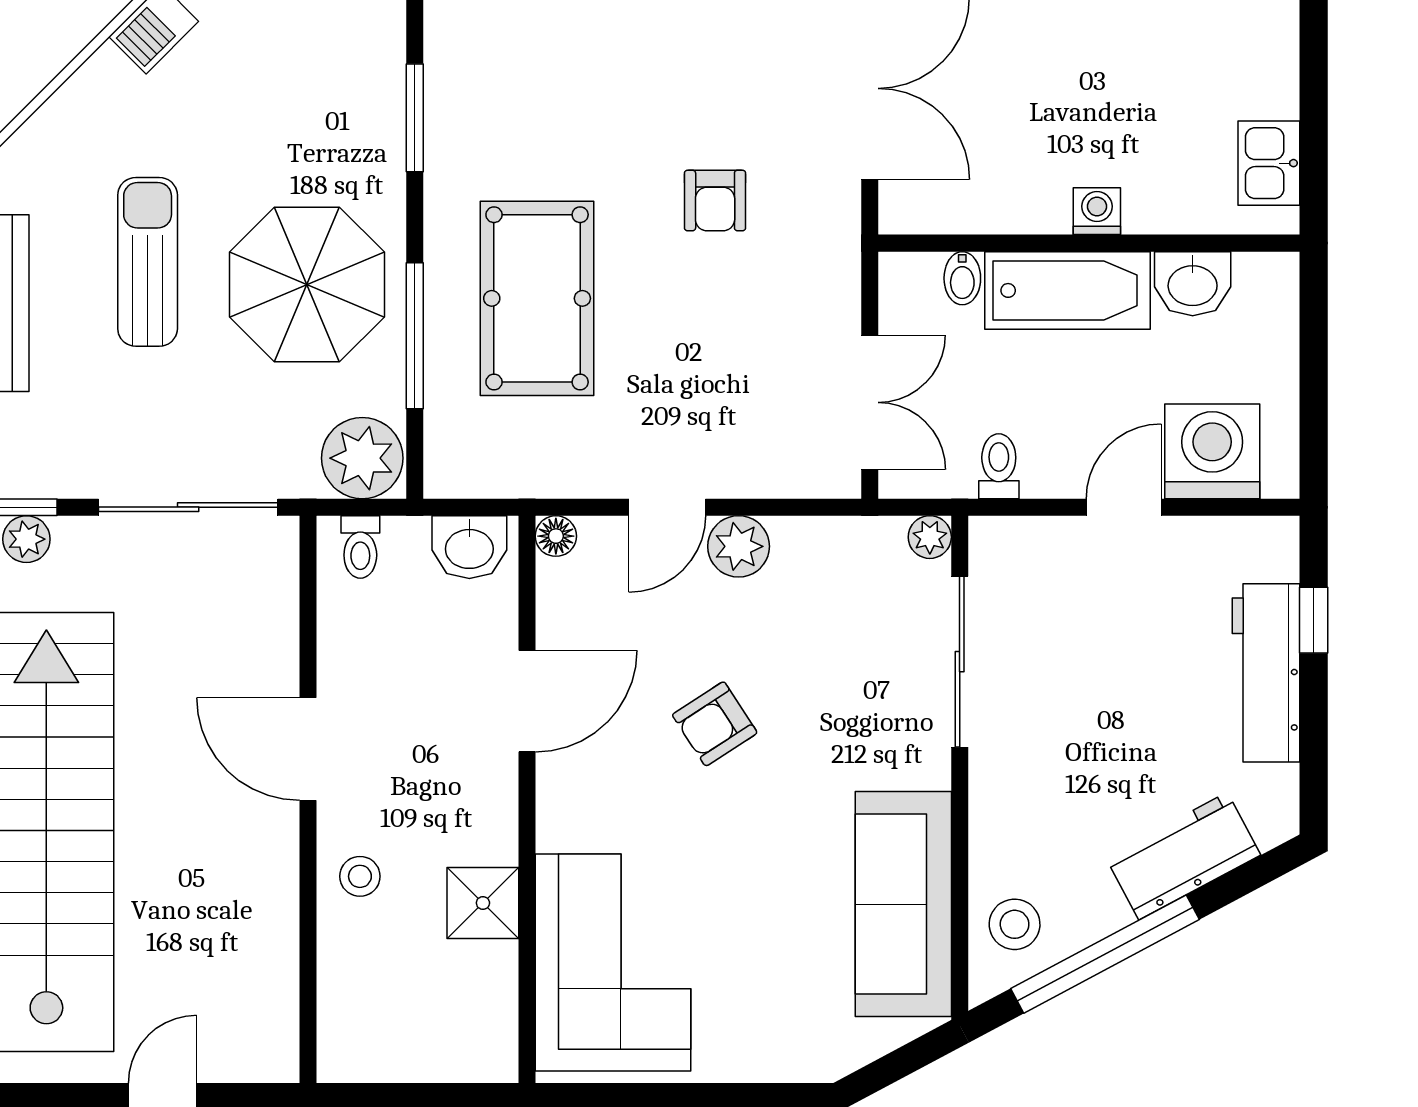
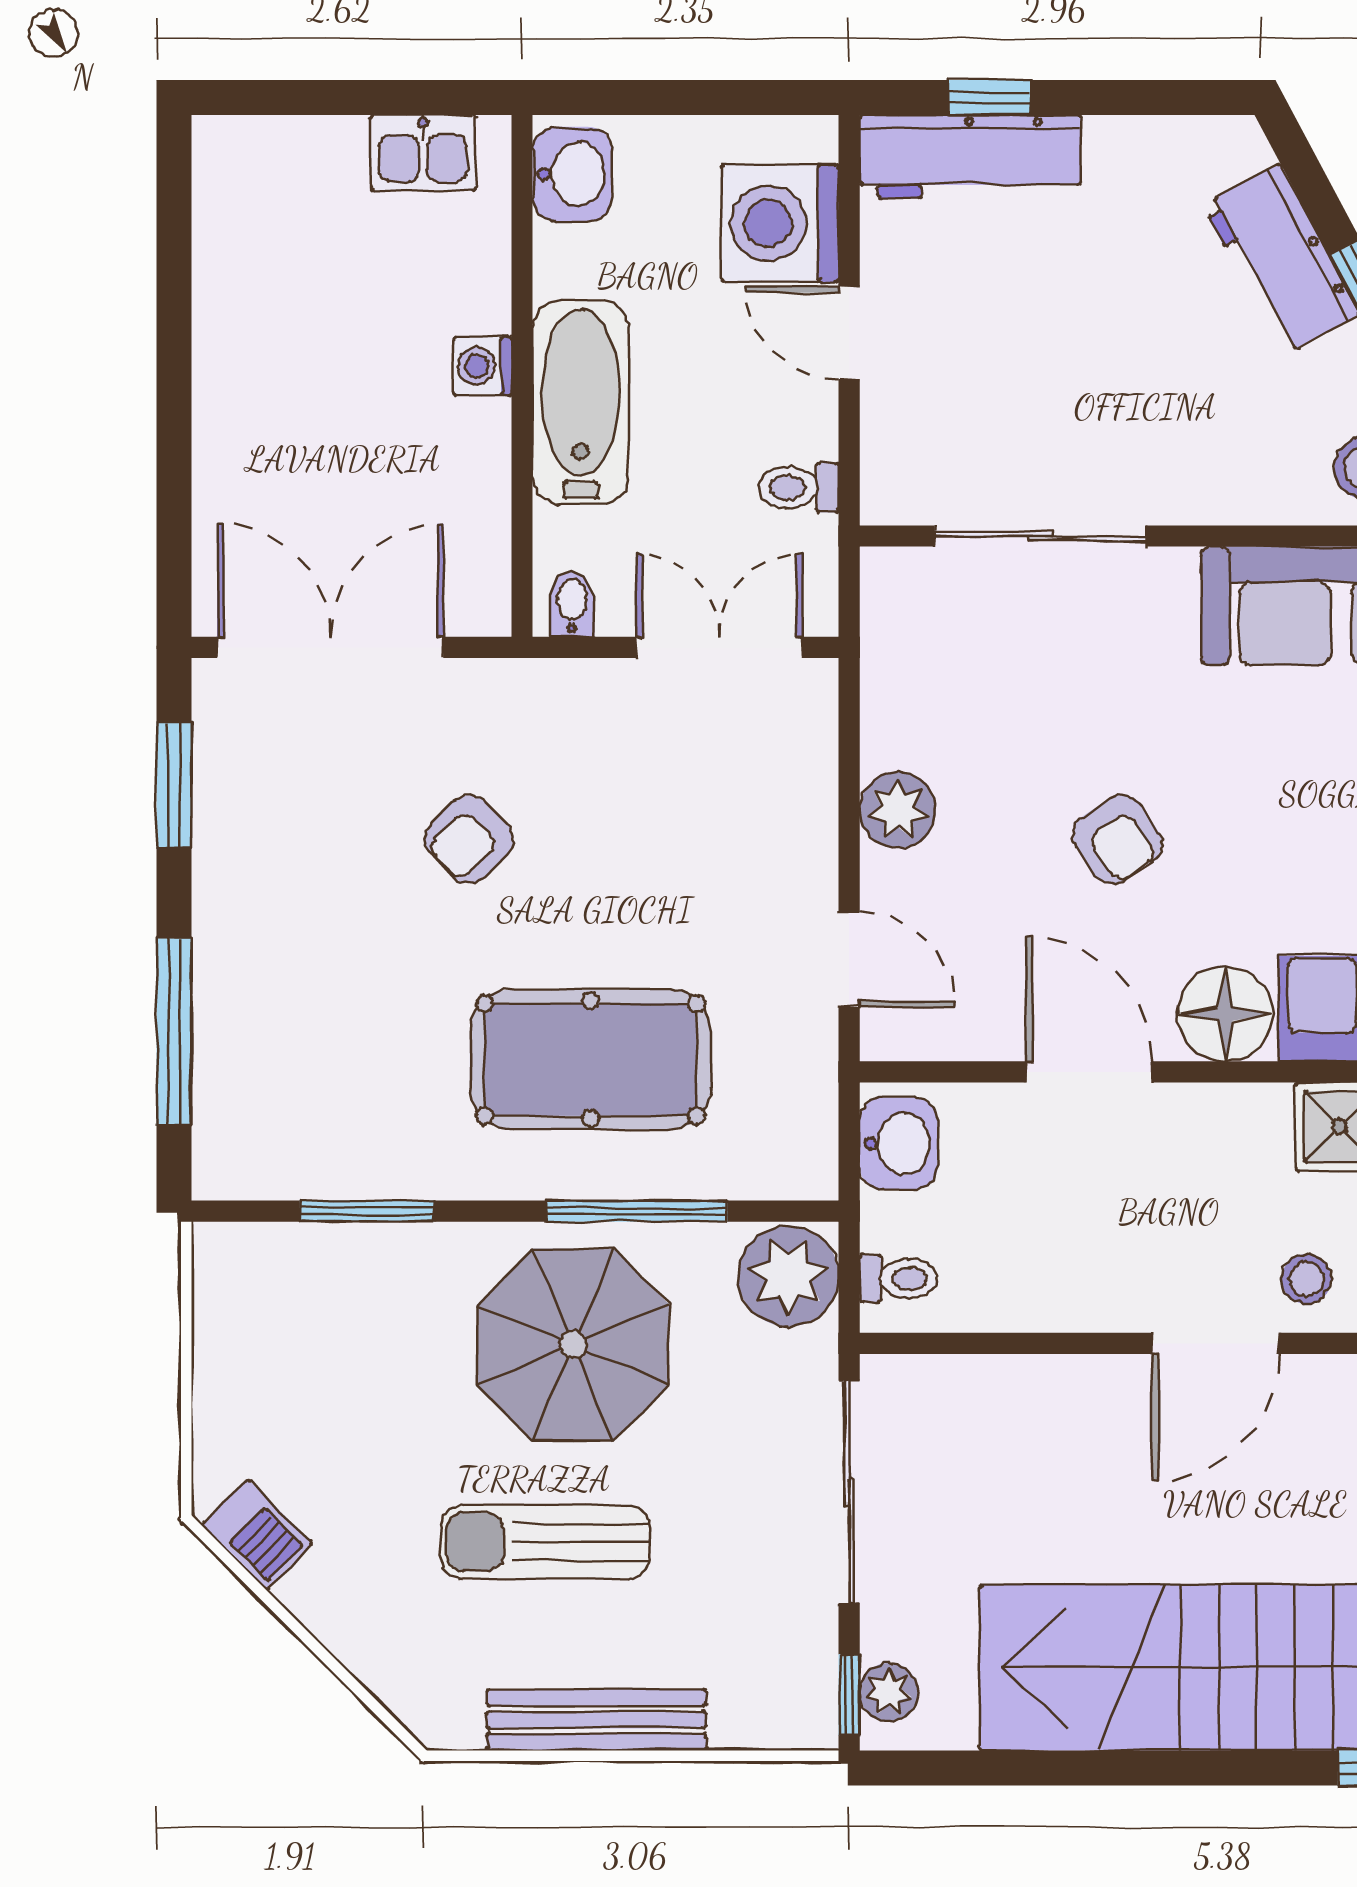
armchair: (715, 200) -> (469, 839), turned 136
bidet: (962, 278) -> (572, 604), moved, turned -90
washbasin: (1193, 284) -> (572, 174), moved
door: (667, 507) -> (849, 959), moved
floor lamp: (556, 536) -> (1225, 1014), moved, width x1.89, depth x1.89
plant: (930, 537) -> (886, 573), removed
workbench: (1266, 673) -> (970, 157), moved
door: (308, 749) -> (1215, 1343), moved

